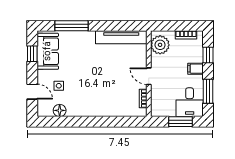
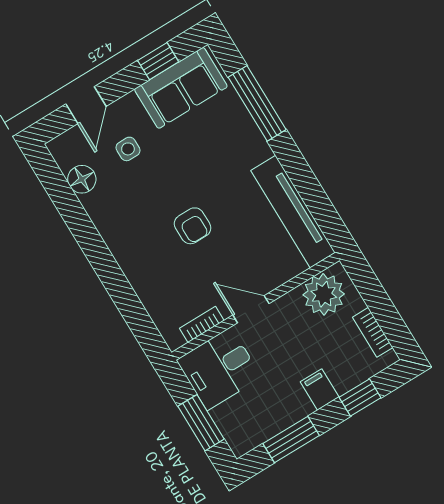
door: (149, 76) -> (251, 309), hinge flipped
armchair: (103, 79) -> (193, 226), added
desk: (190, 102) -> (219, 369), moved

